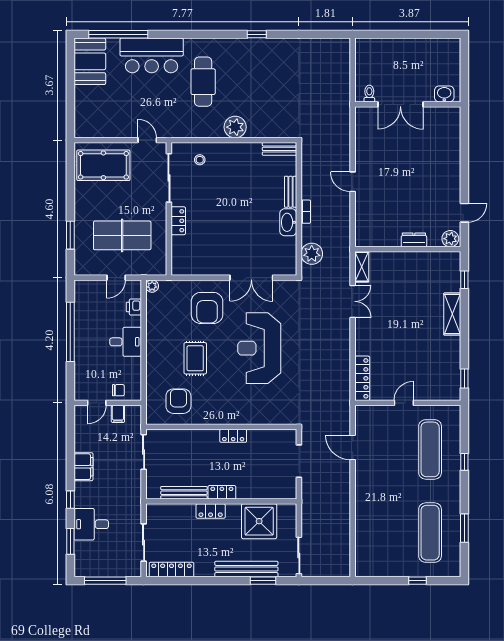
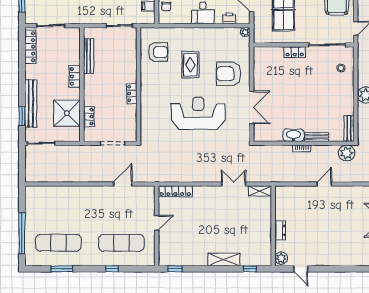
plant: (312, 254) -> (347, 153), moved
double door: (251, 278) -> (252, 107), swing flipped
double door: (353, 301) -> (234, 184), swing flipped
rug: (195, 358) -> (190, 65), turned 90
door: (404, 403) -> (157, 223), hinge flipped
locker: (222, 492) -> (89, 117), moved
window: (418, 581) -> (22, 233), width x3.17

